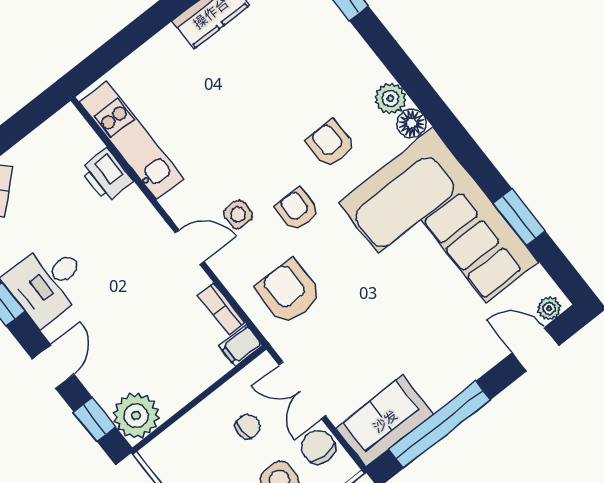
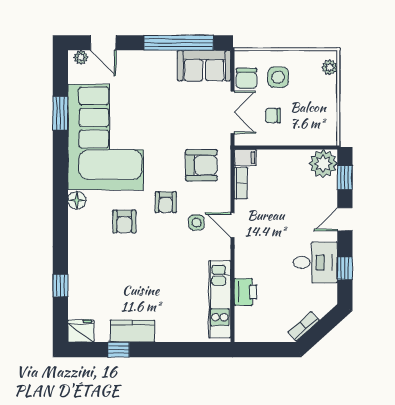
plant: (390, 98) -> (78, 221), removed
armchair: (289, 292) -> (201, 165), turned -90

